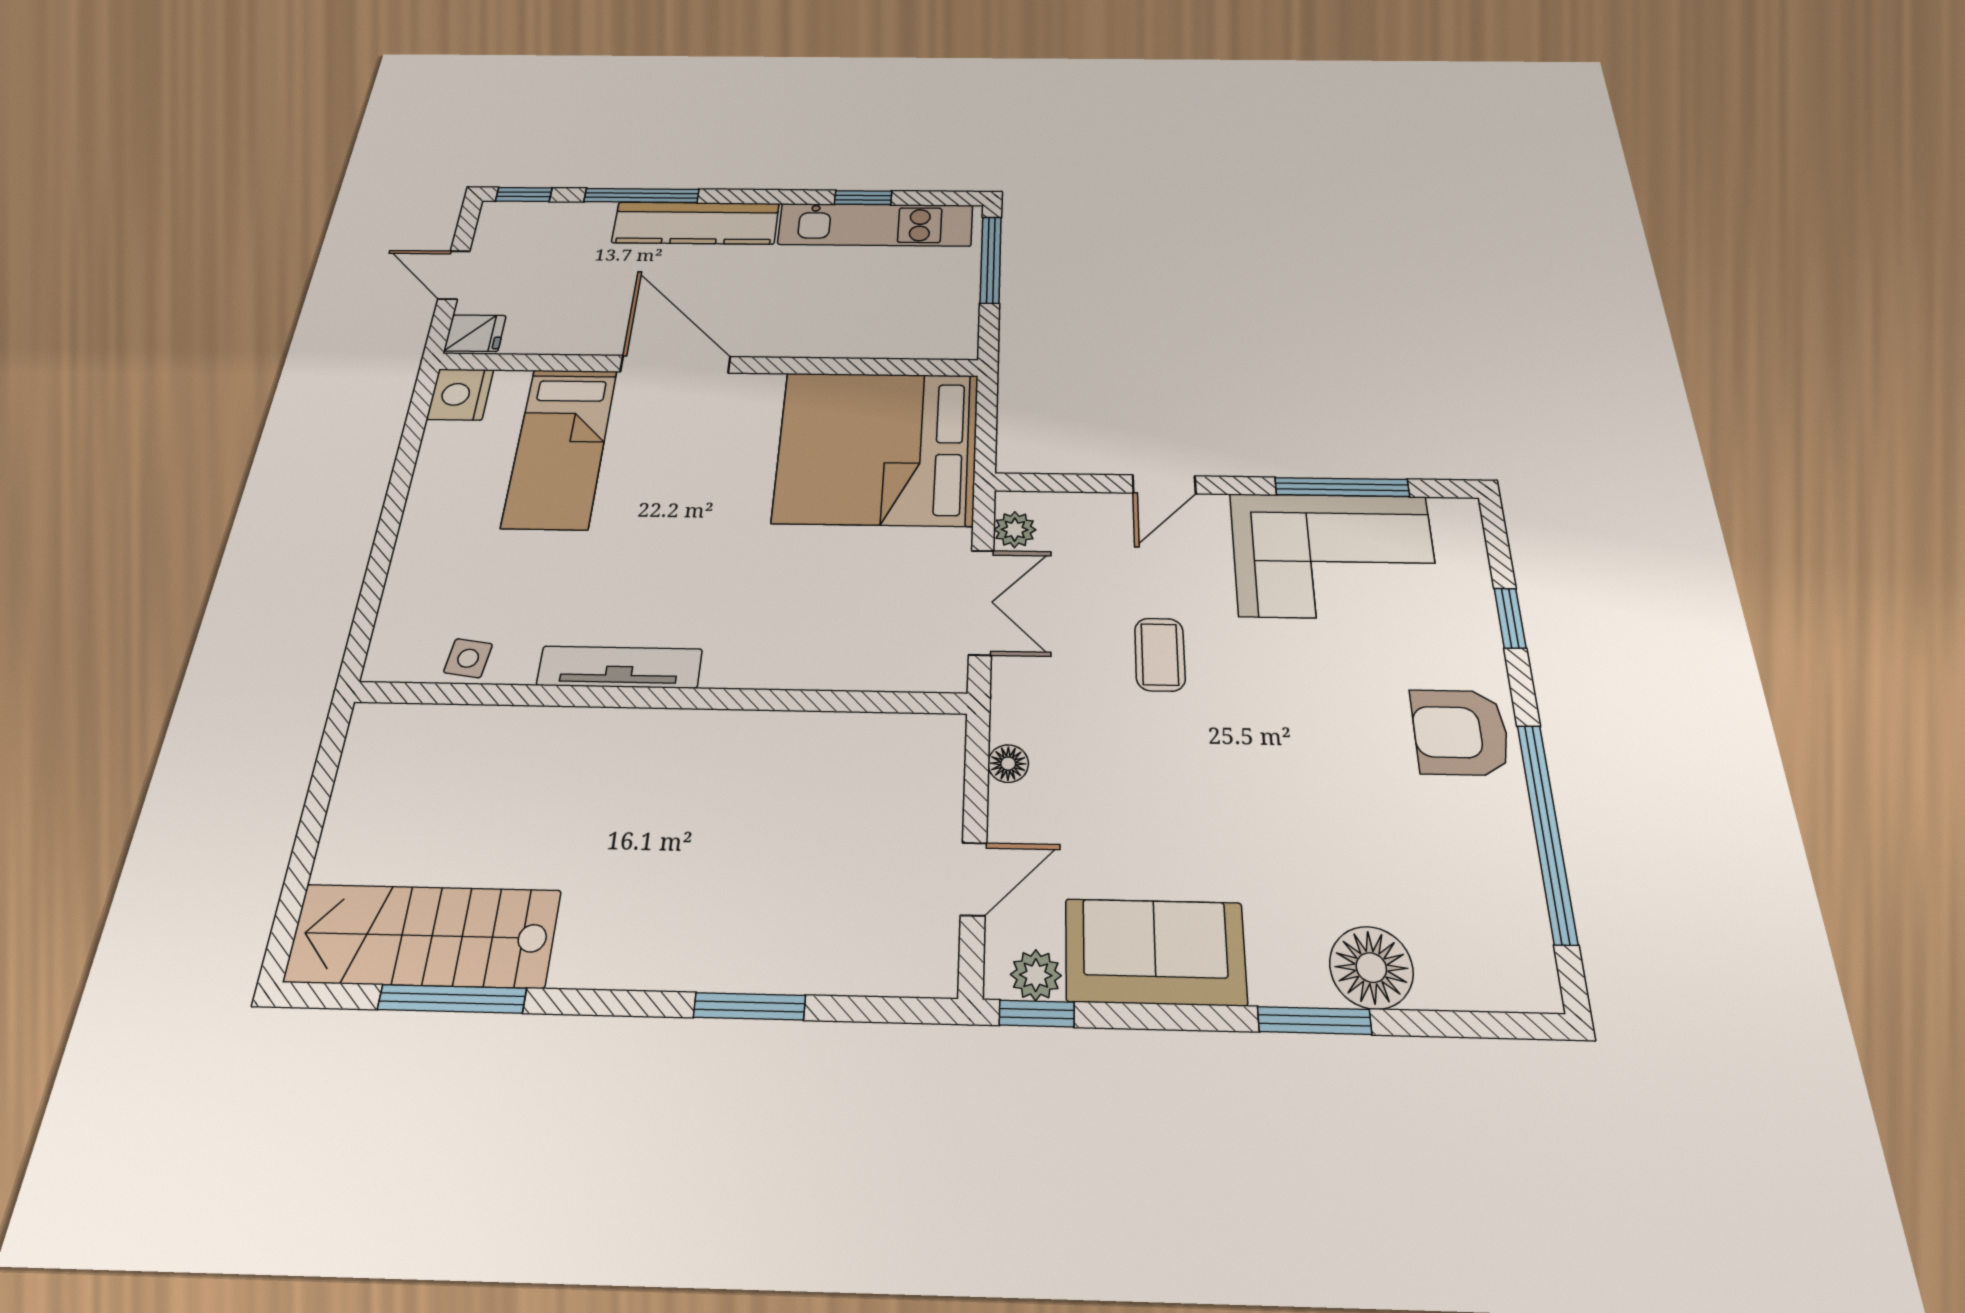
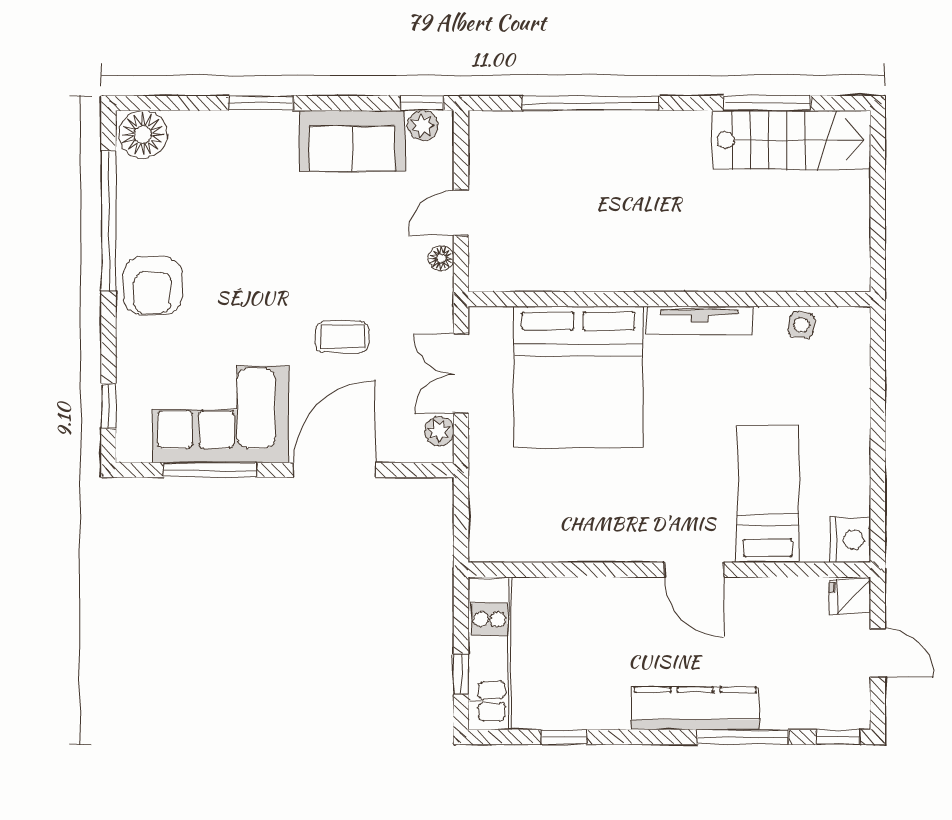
kitchen unit: (876, 225) -> (490, 654), moved, turned 90
window: (991, 260) -> (461, 674), width x0.46
door: (675, 364) -> (694, 570), width x0.73
bed: (877, 448) -> (578, 377), moved, turned 90
door: (1164, 484) -> (335, 470), width x1.88
window: (1510, 618) -> (108, 406), moved
coffee table: (1160, 654) -> (342, 337), turned 90
armchair: (1460, 732) -> (152, 286), turned 90
door: (974, 879) -> (461, 213), moved
floor lamp: (1371, 968) -> (143, 135), moved
window: (749, 1006) -> (591, 103), width x2.11

